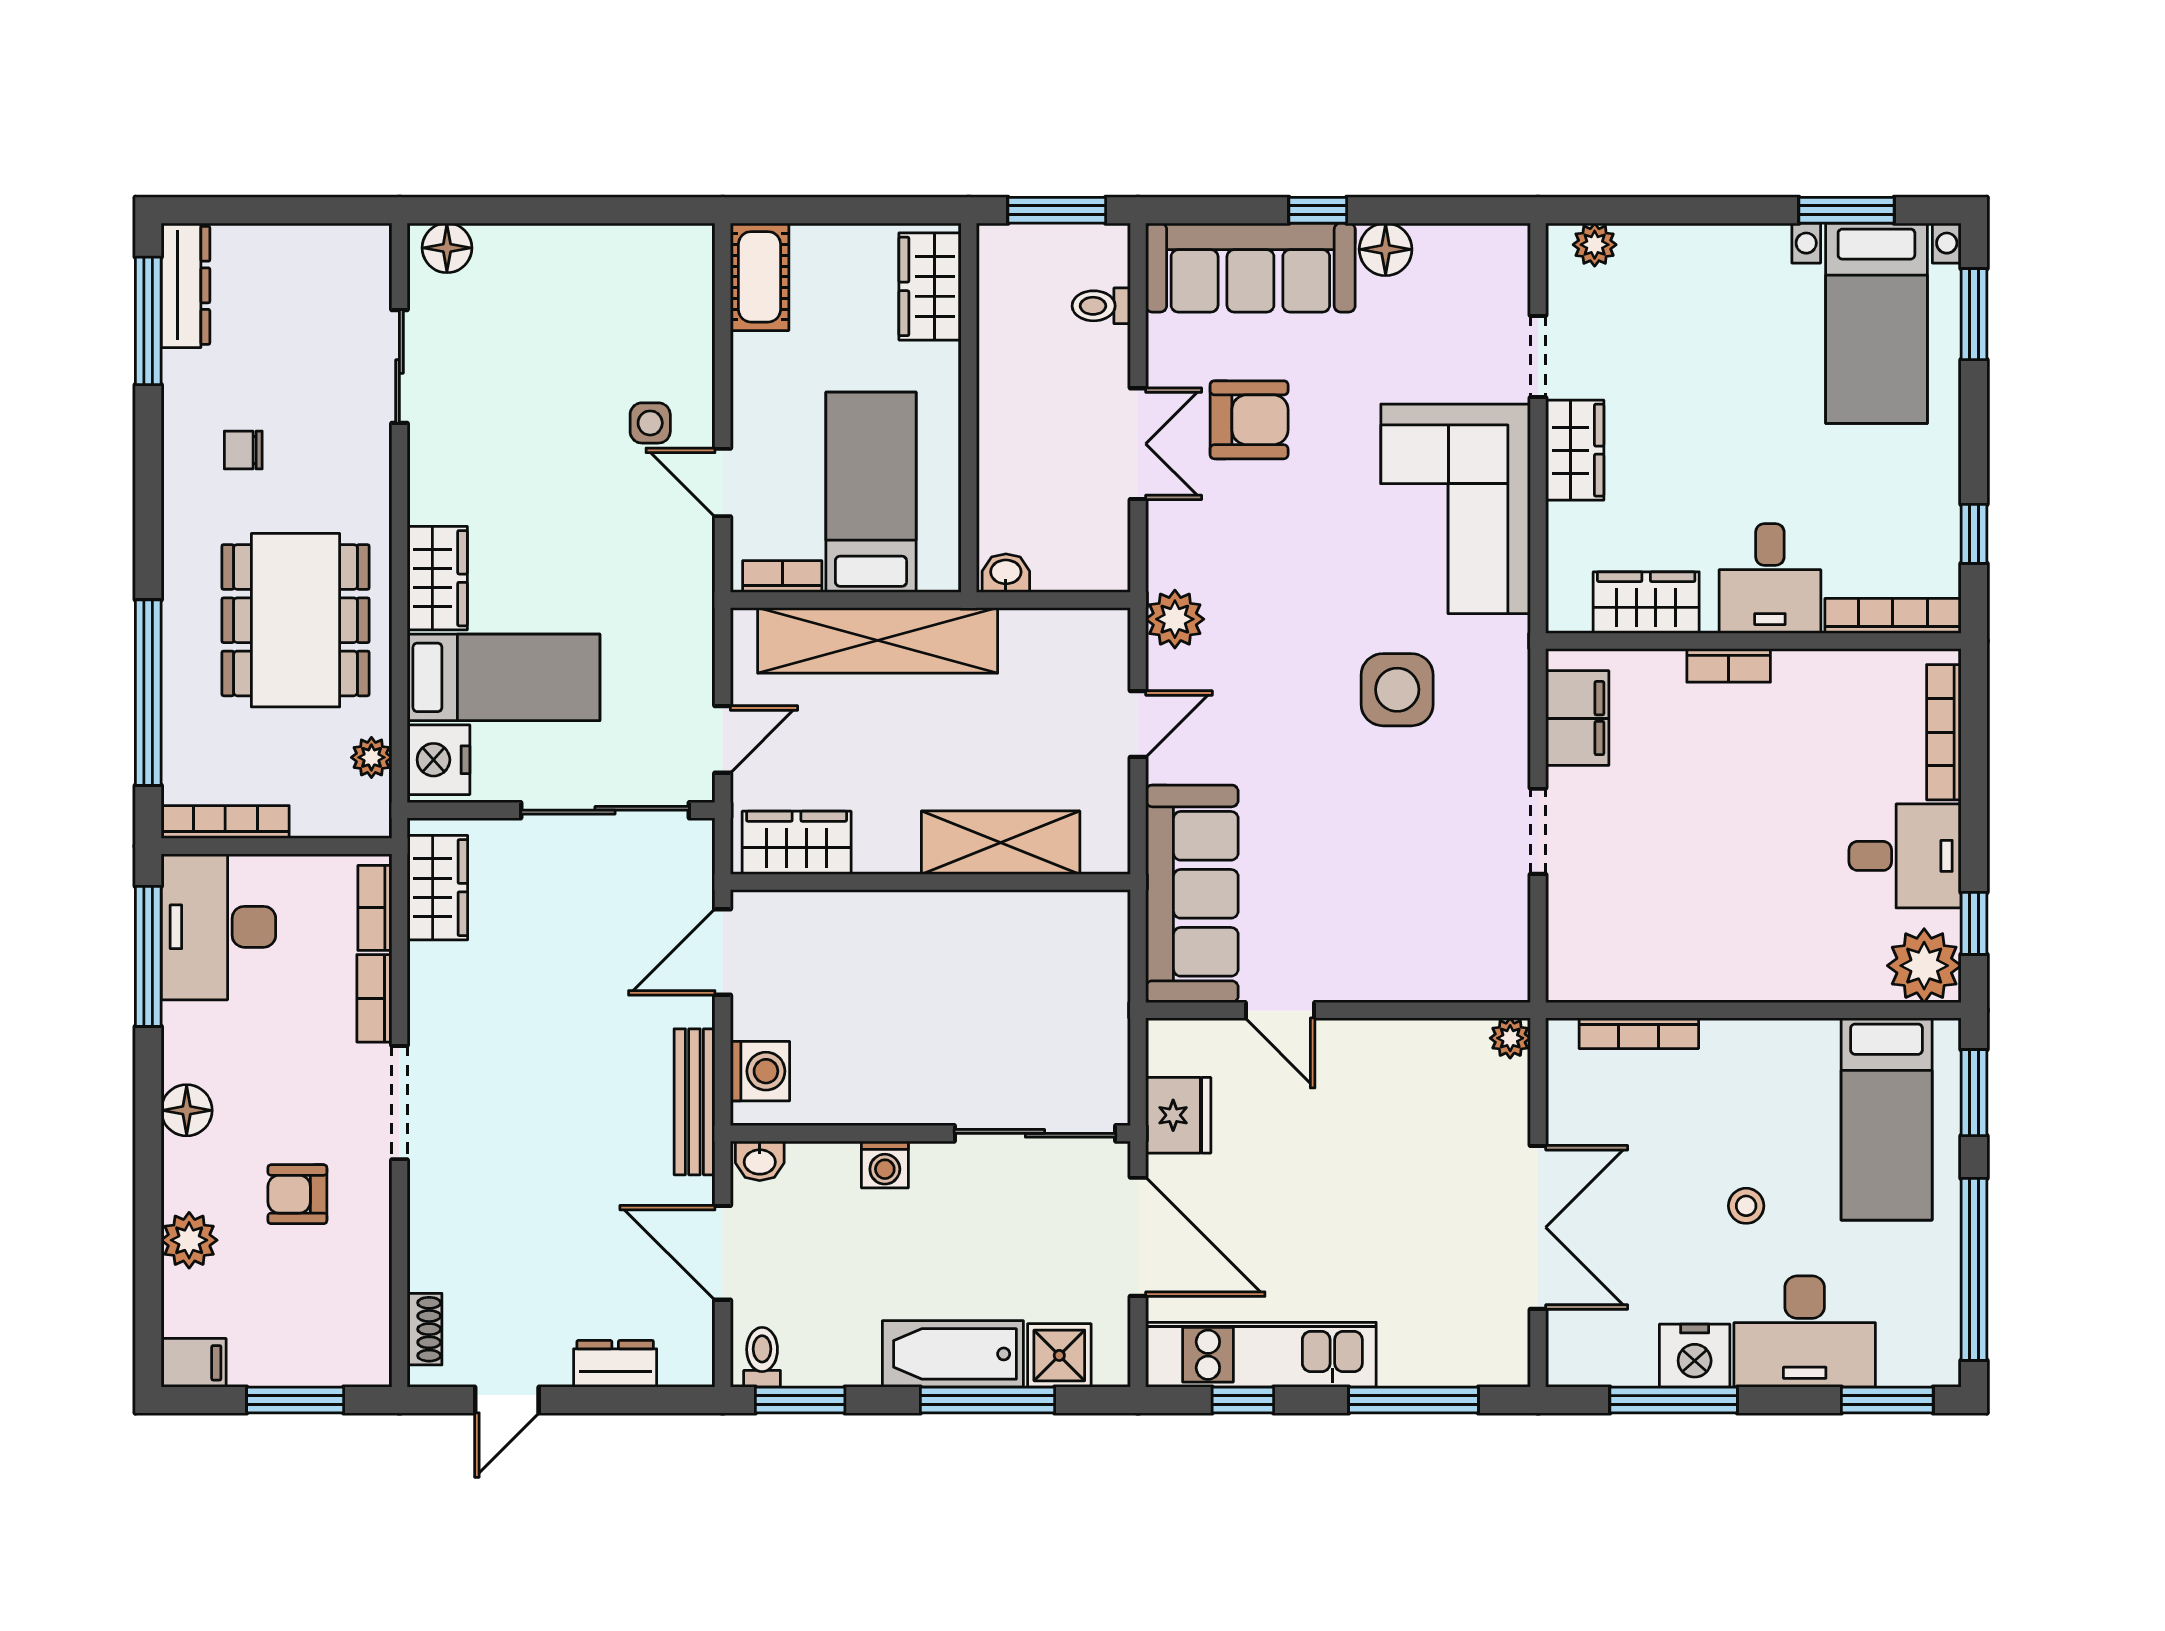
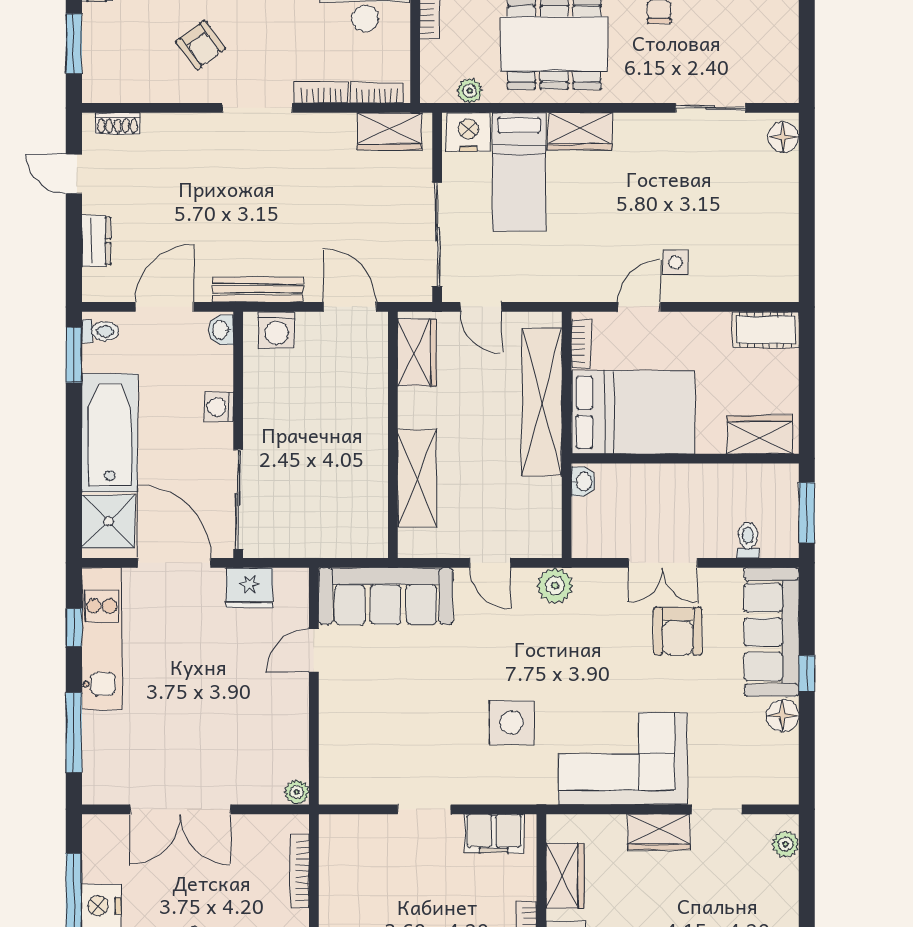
bed: (871, 492) -> (633, 412), width x1.50
armchair: (297, 1194) -> (201, 45), turned 143
door: (1138, 1237) -> (174, 563), swing flipped
bathtub: (953, 1354) -> (110, 433), width x1.36, depth x1.36
shower: (1059, 1355) -> (108, 521), width x1.36, depth x1.36
window: (988, 1400) -> (74, 470), removed

